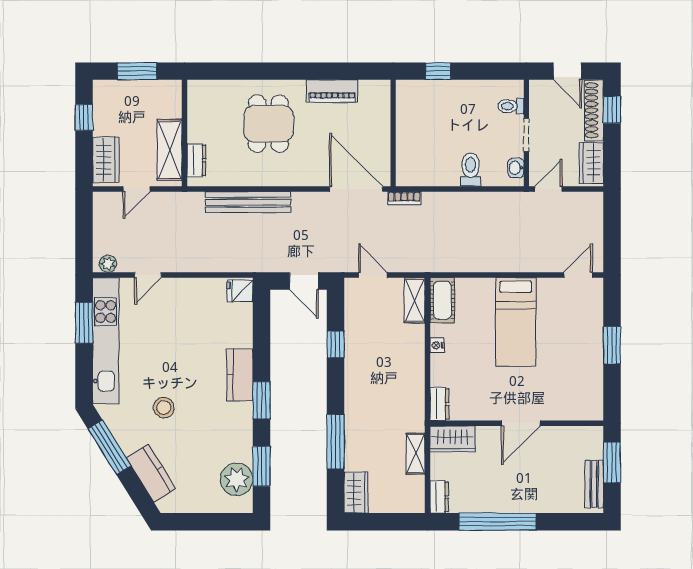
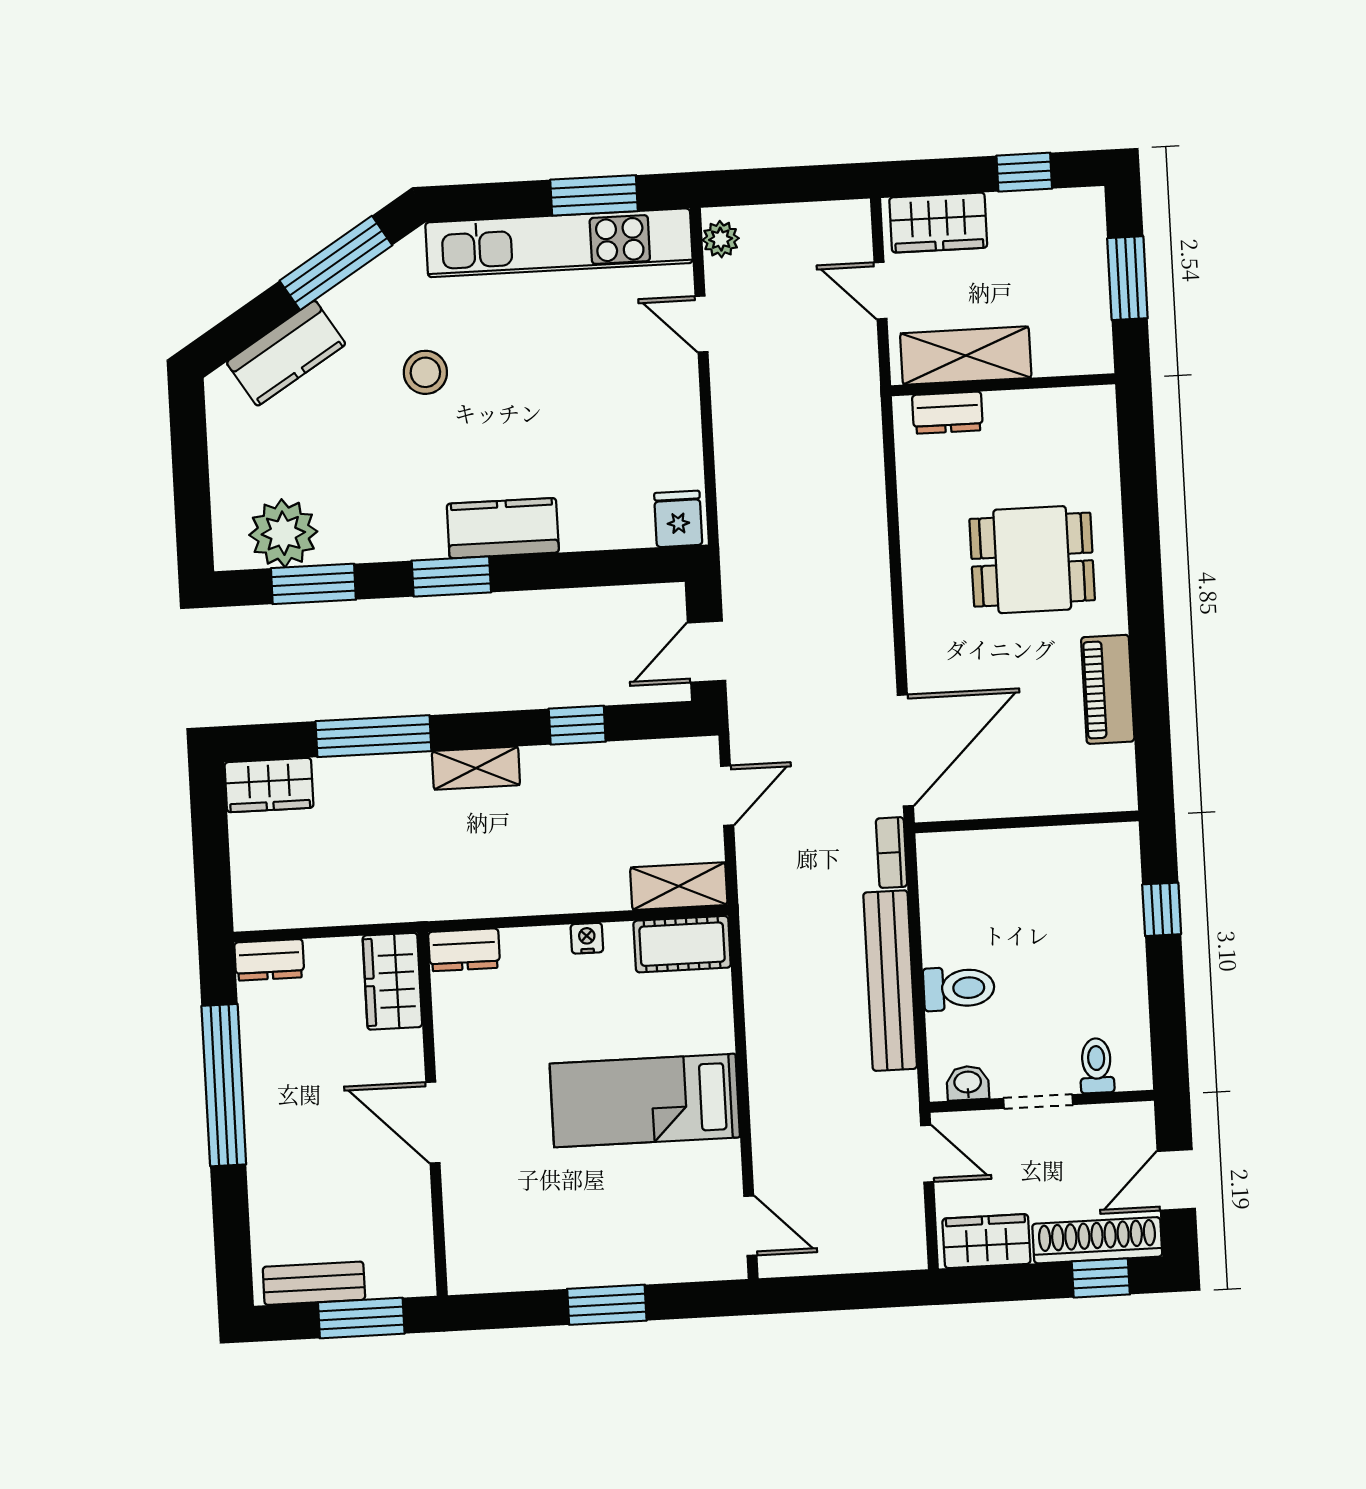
bench: (248, 202) -> (890, 981), moved
shelving: (416, 454) -> (476, 768), moved

